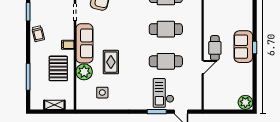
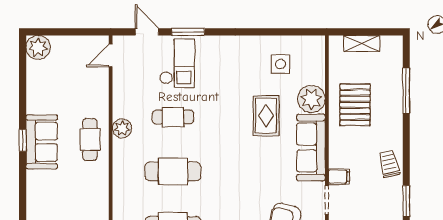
filing cabinet: (68, 45) -> (339, 177), moved
plant: (196, 55) -> (122, 128), added
cafe table: (166, 61) -> (173, 117), width x0.73, depth x0.74
door: (203, 67) -> (111, 55), moved

